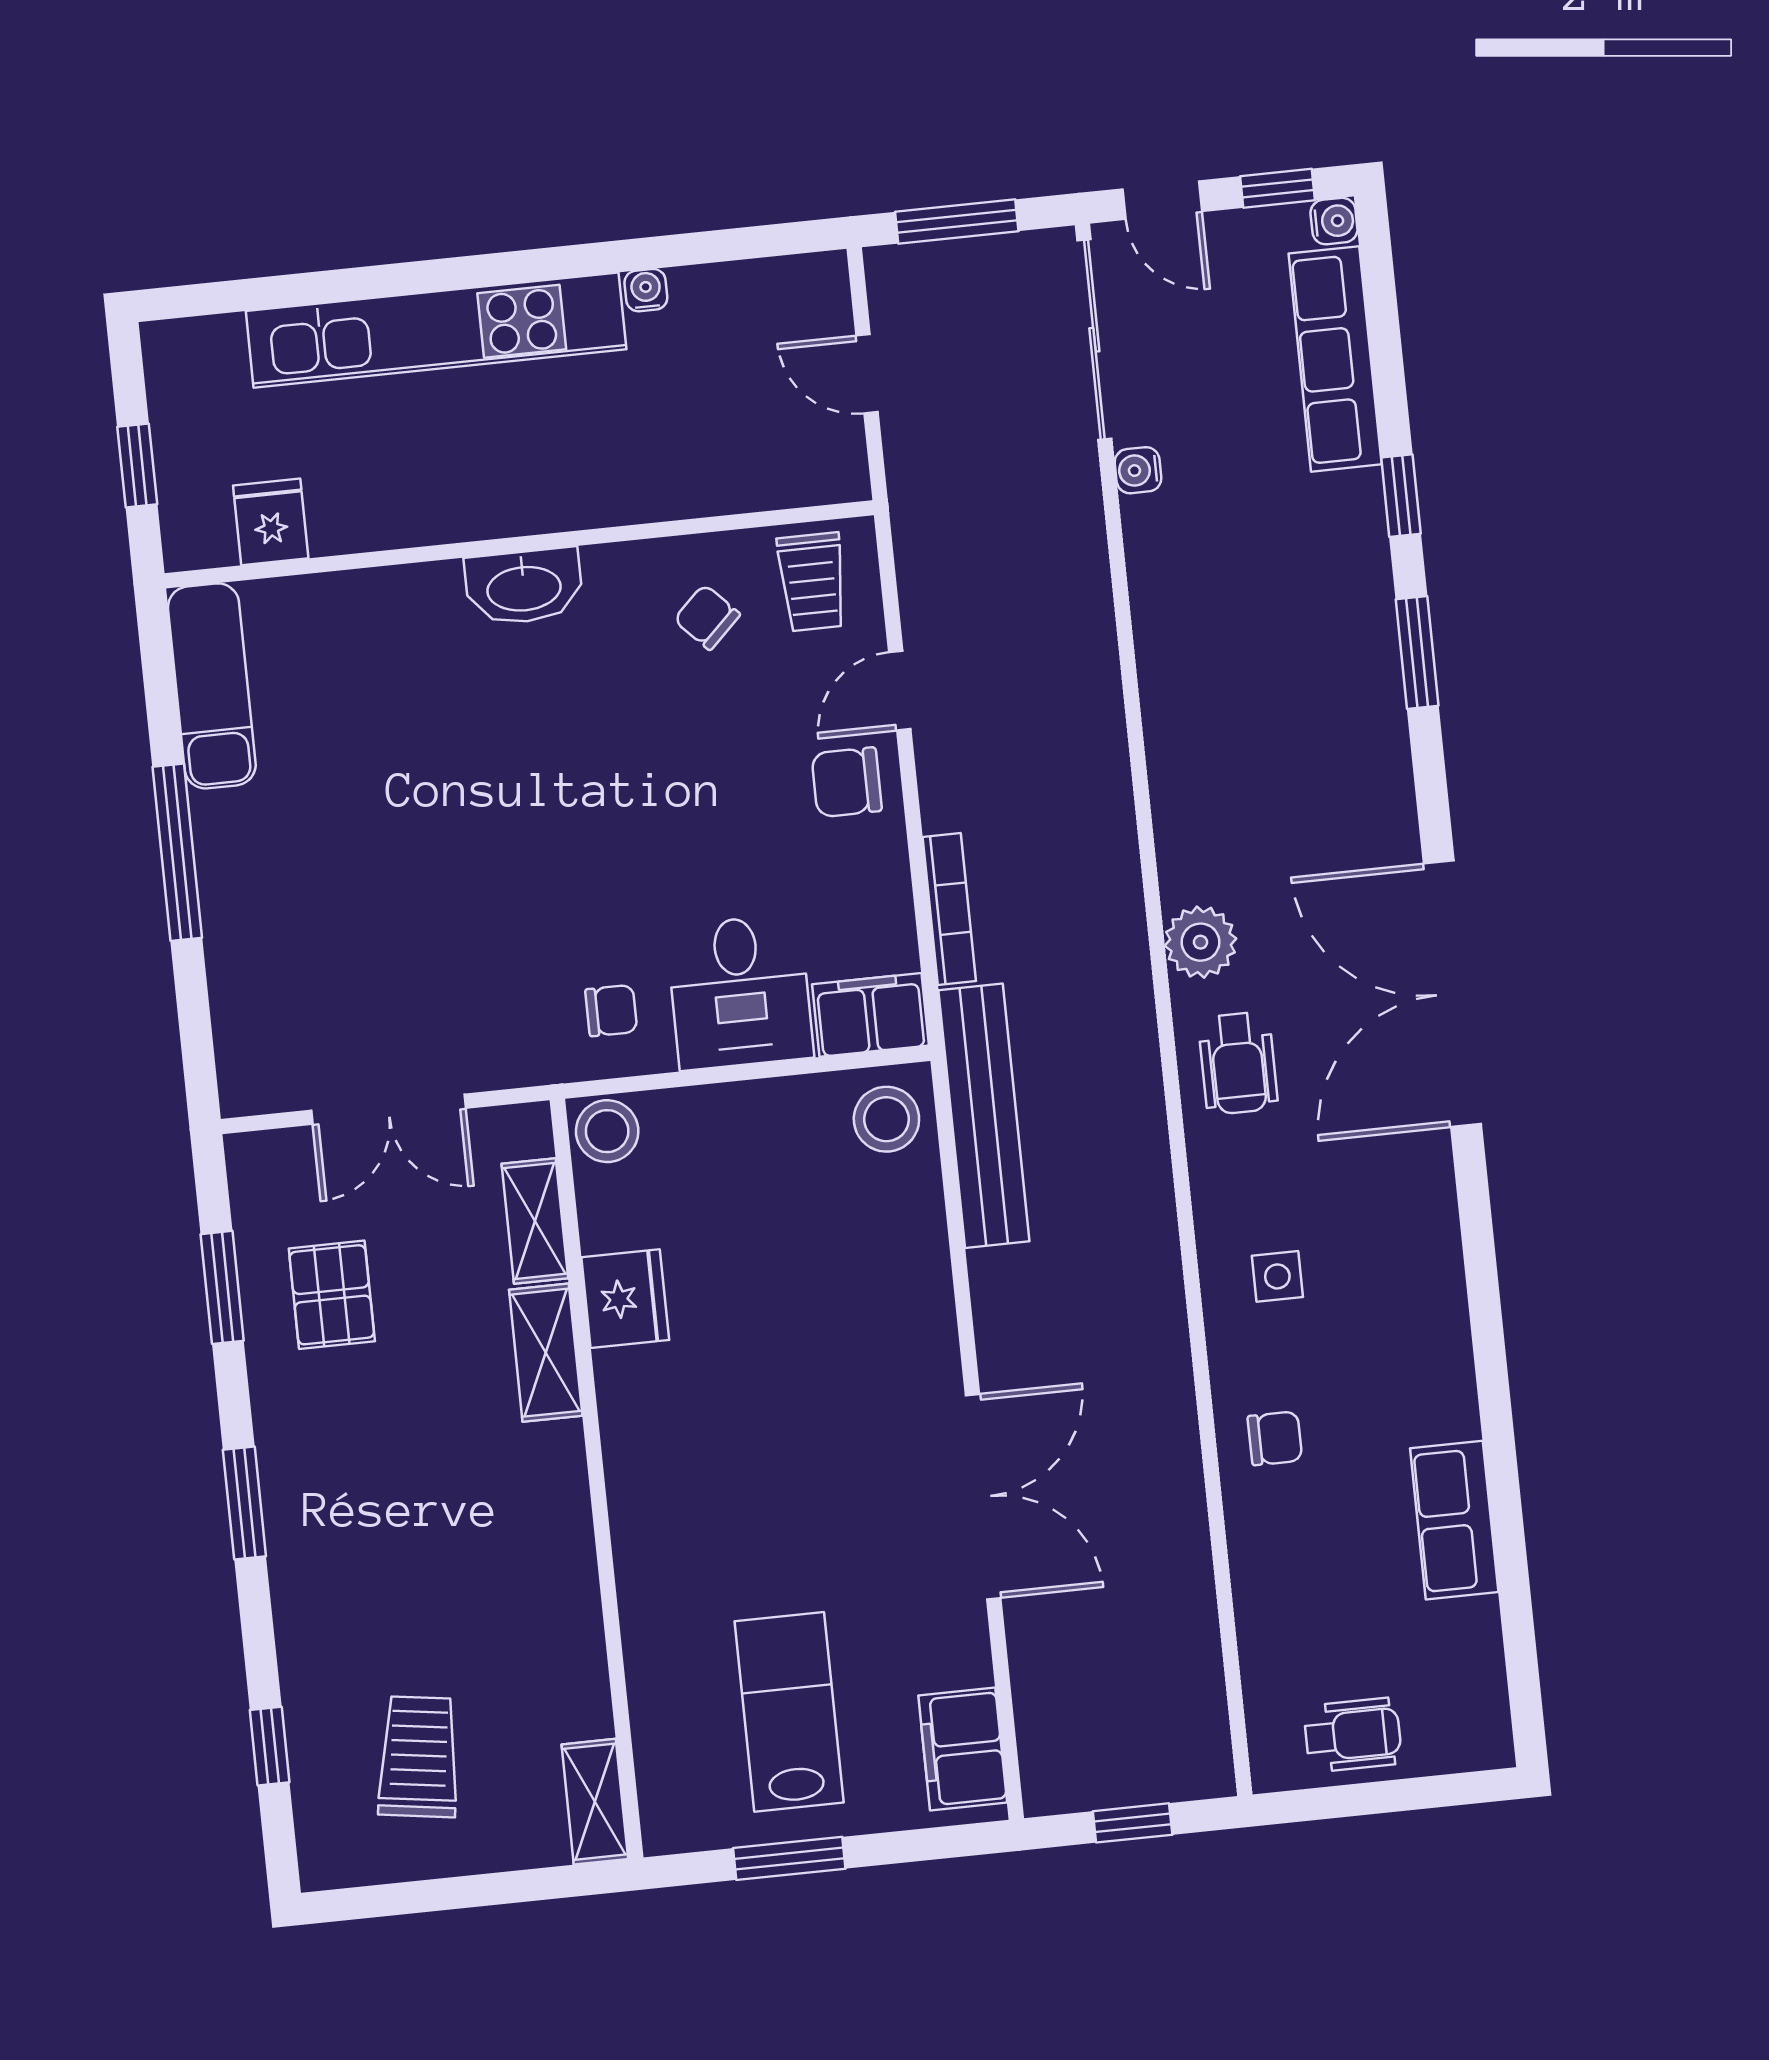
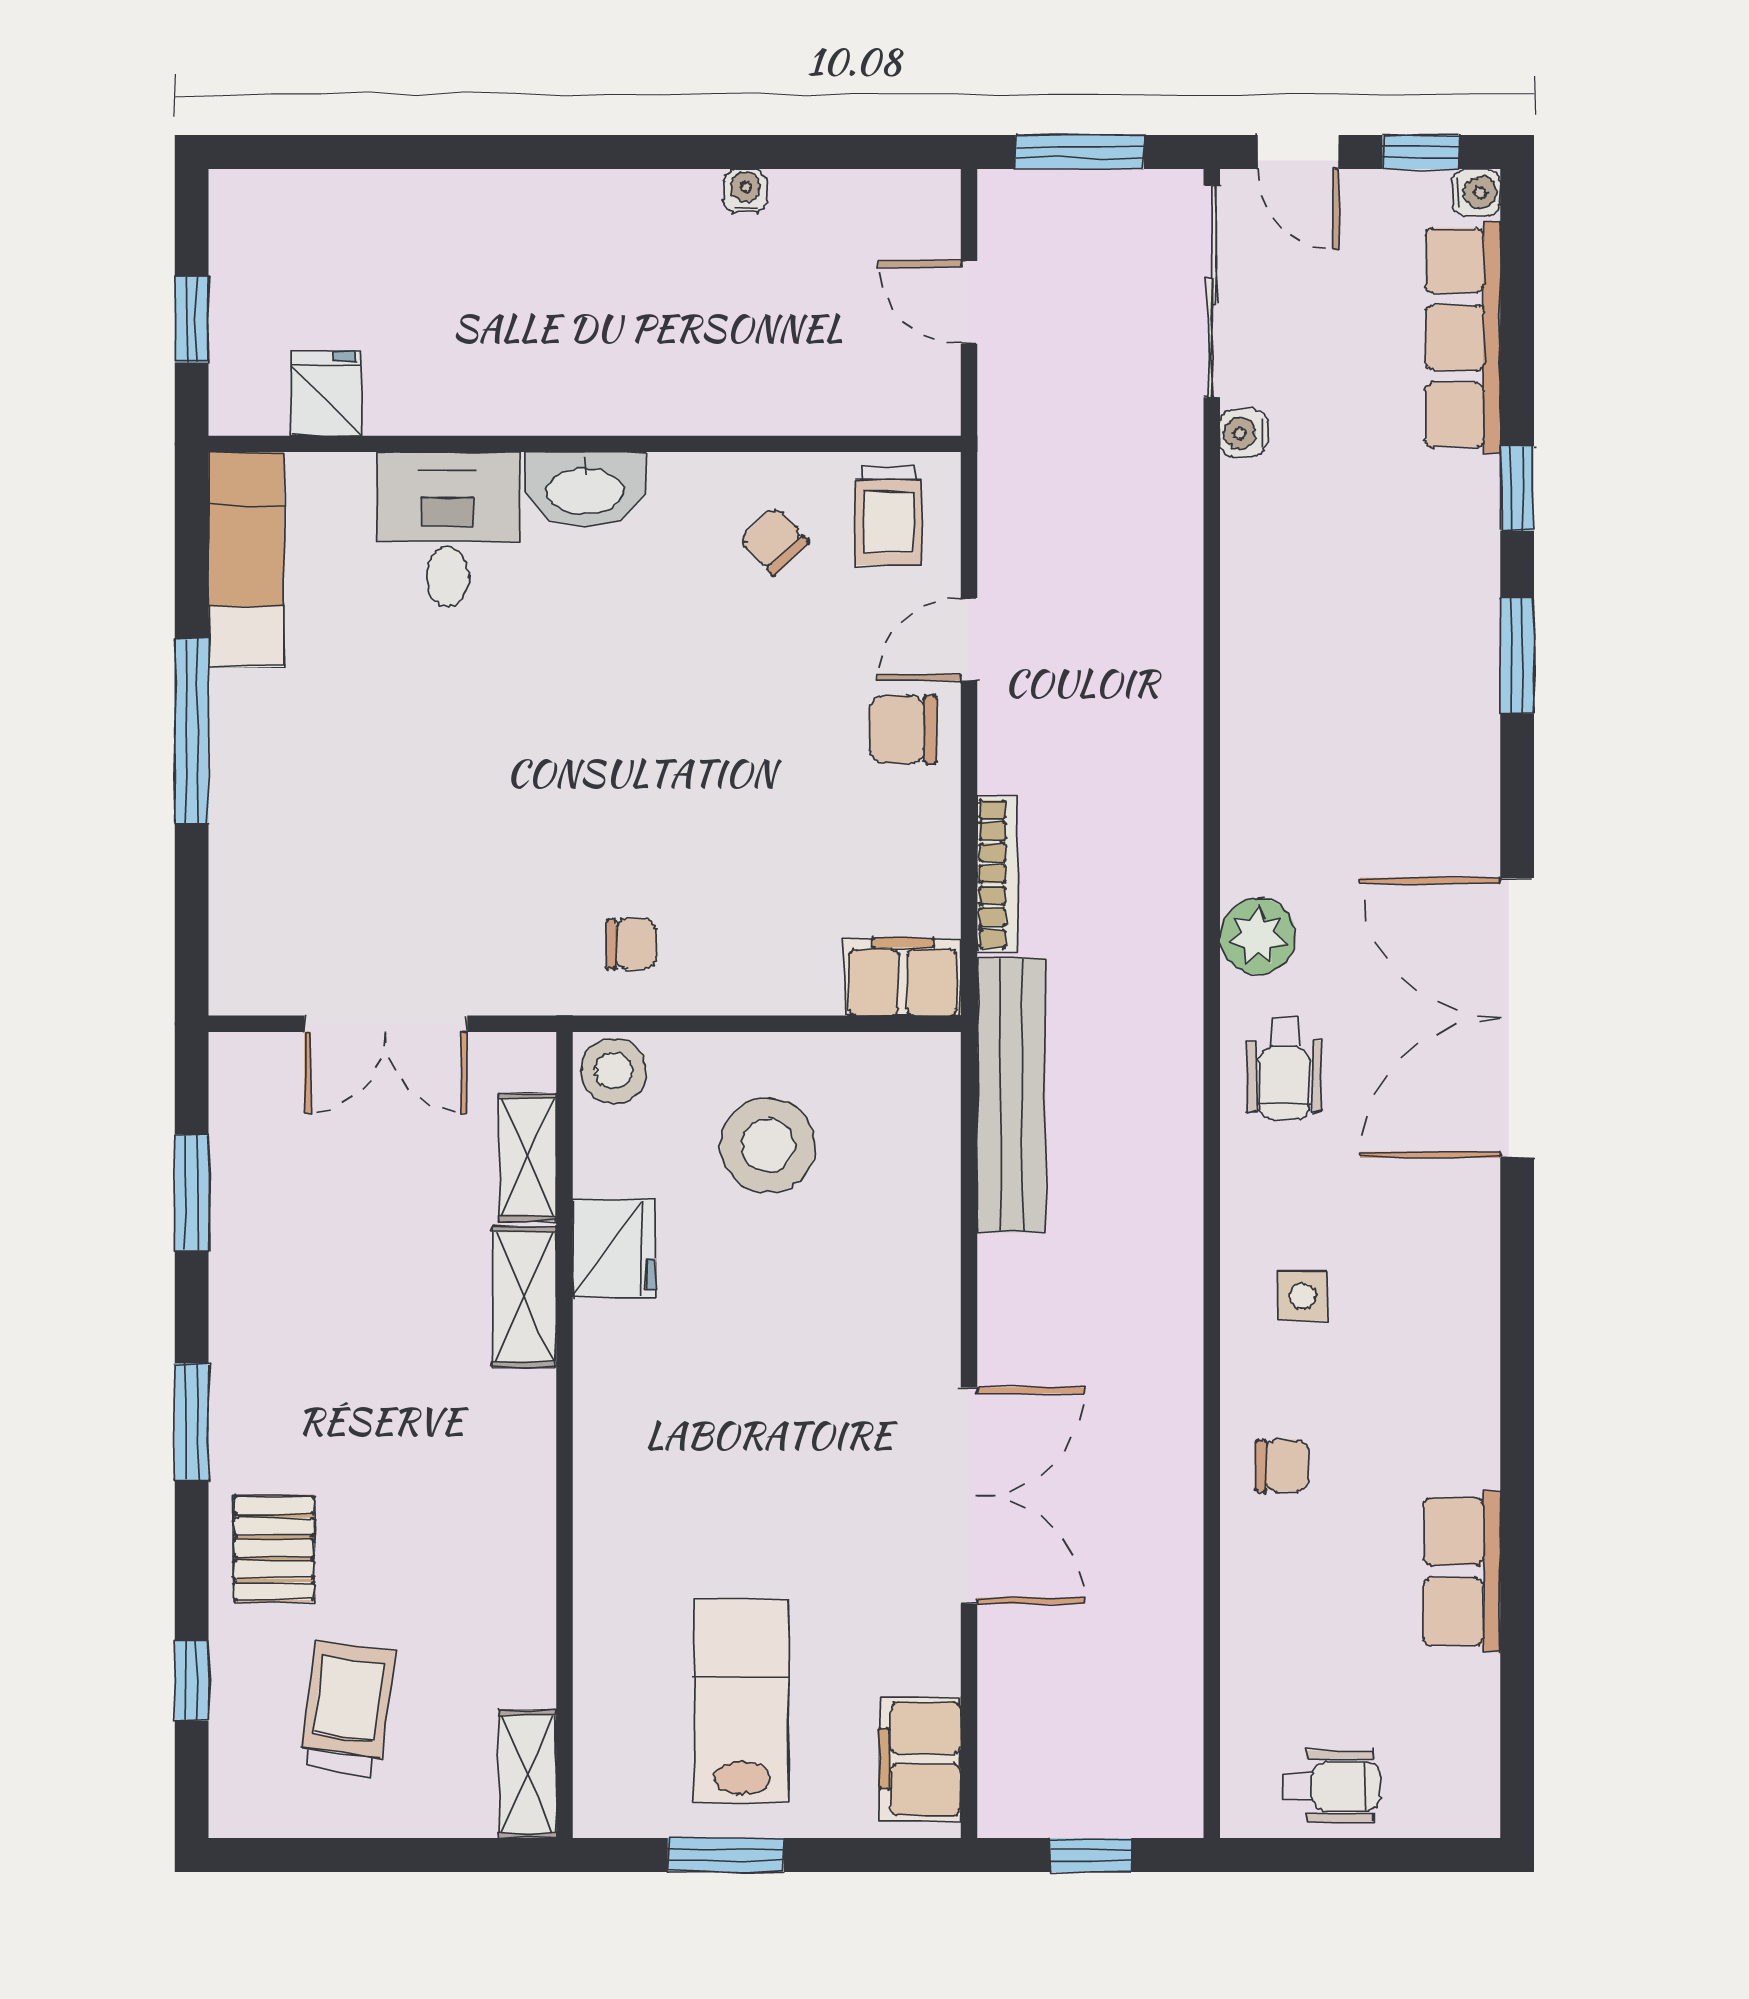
kitchen unit: (436, 330) -> (521, 210), removed
desk: (740, 992) -> (448, 529), moved, turned 180
stool: (886, 1119) -> (768, 1145), moved, width x1.38, depth x1.38
pallet: (332, 1295) -> (274, 1548), moved

